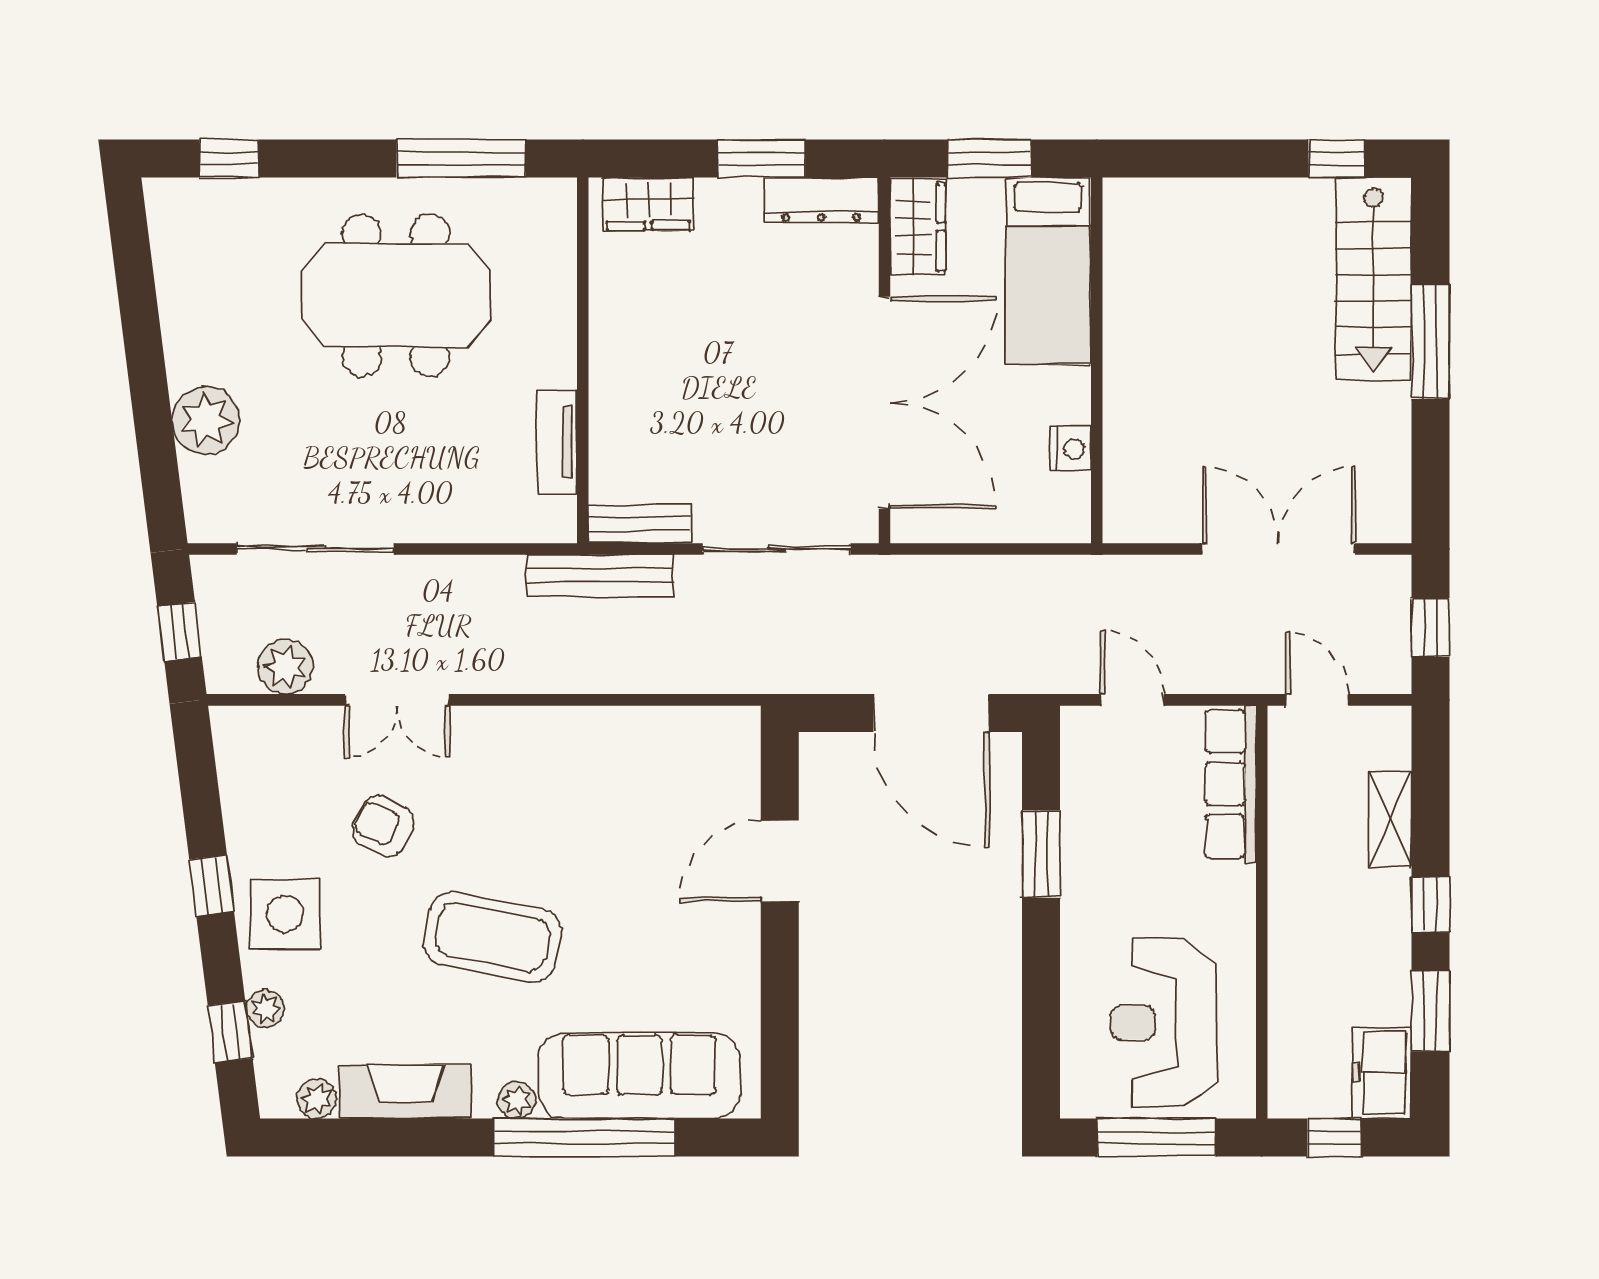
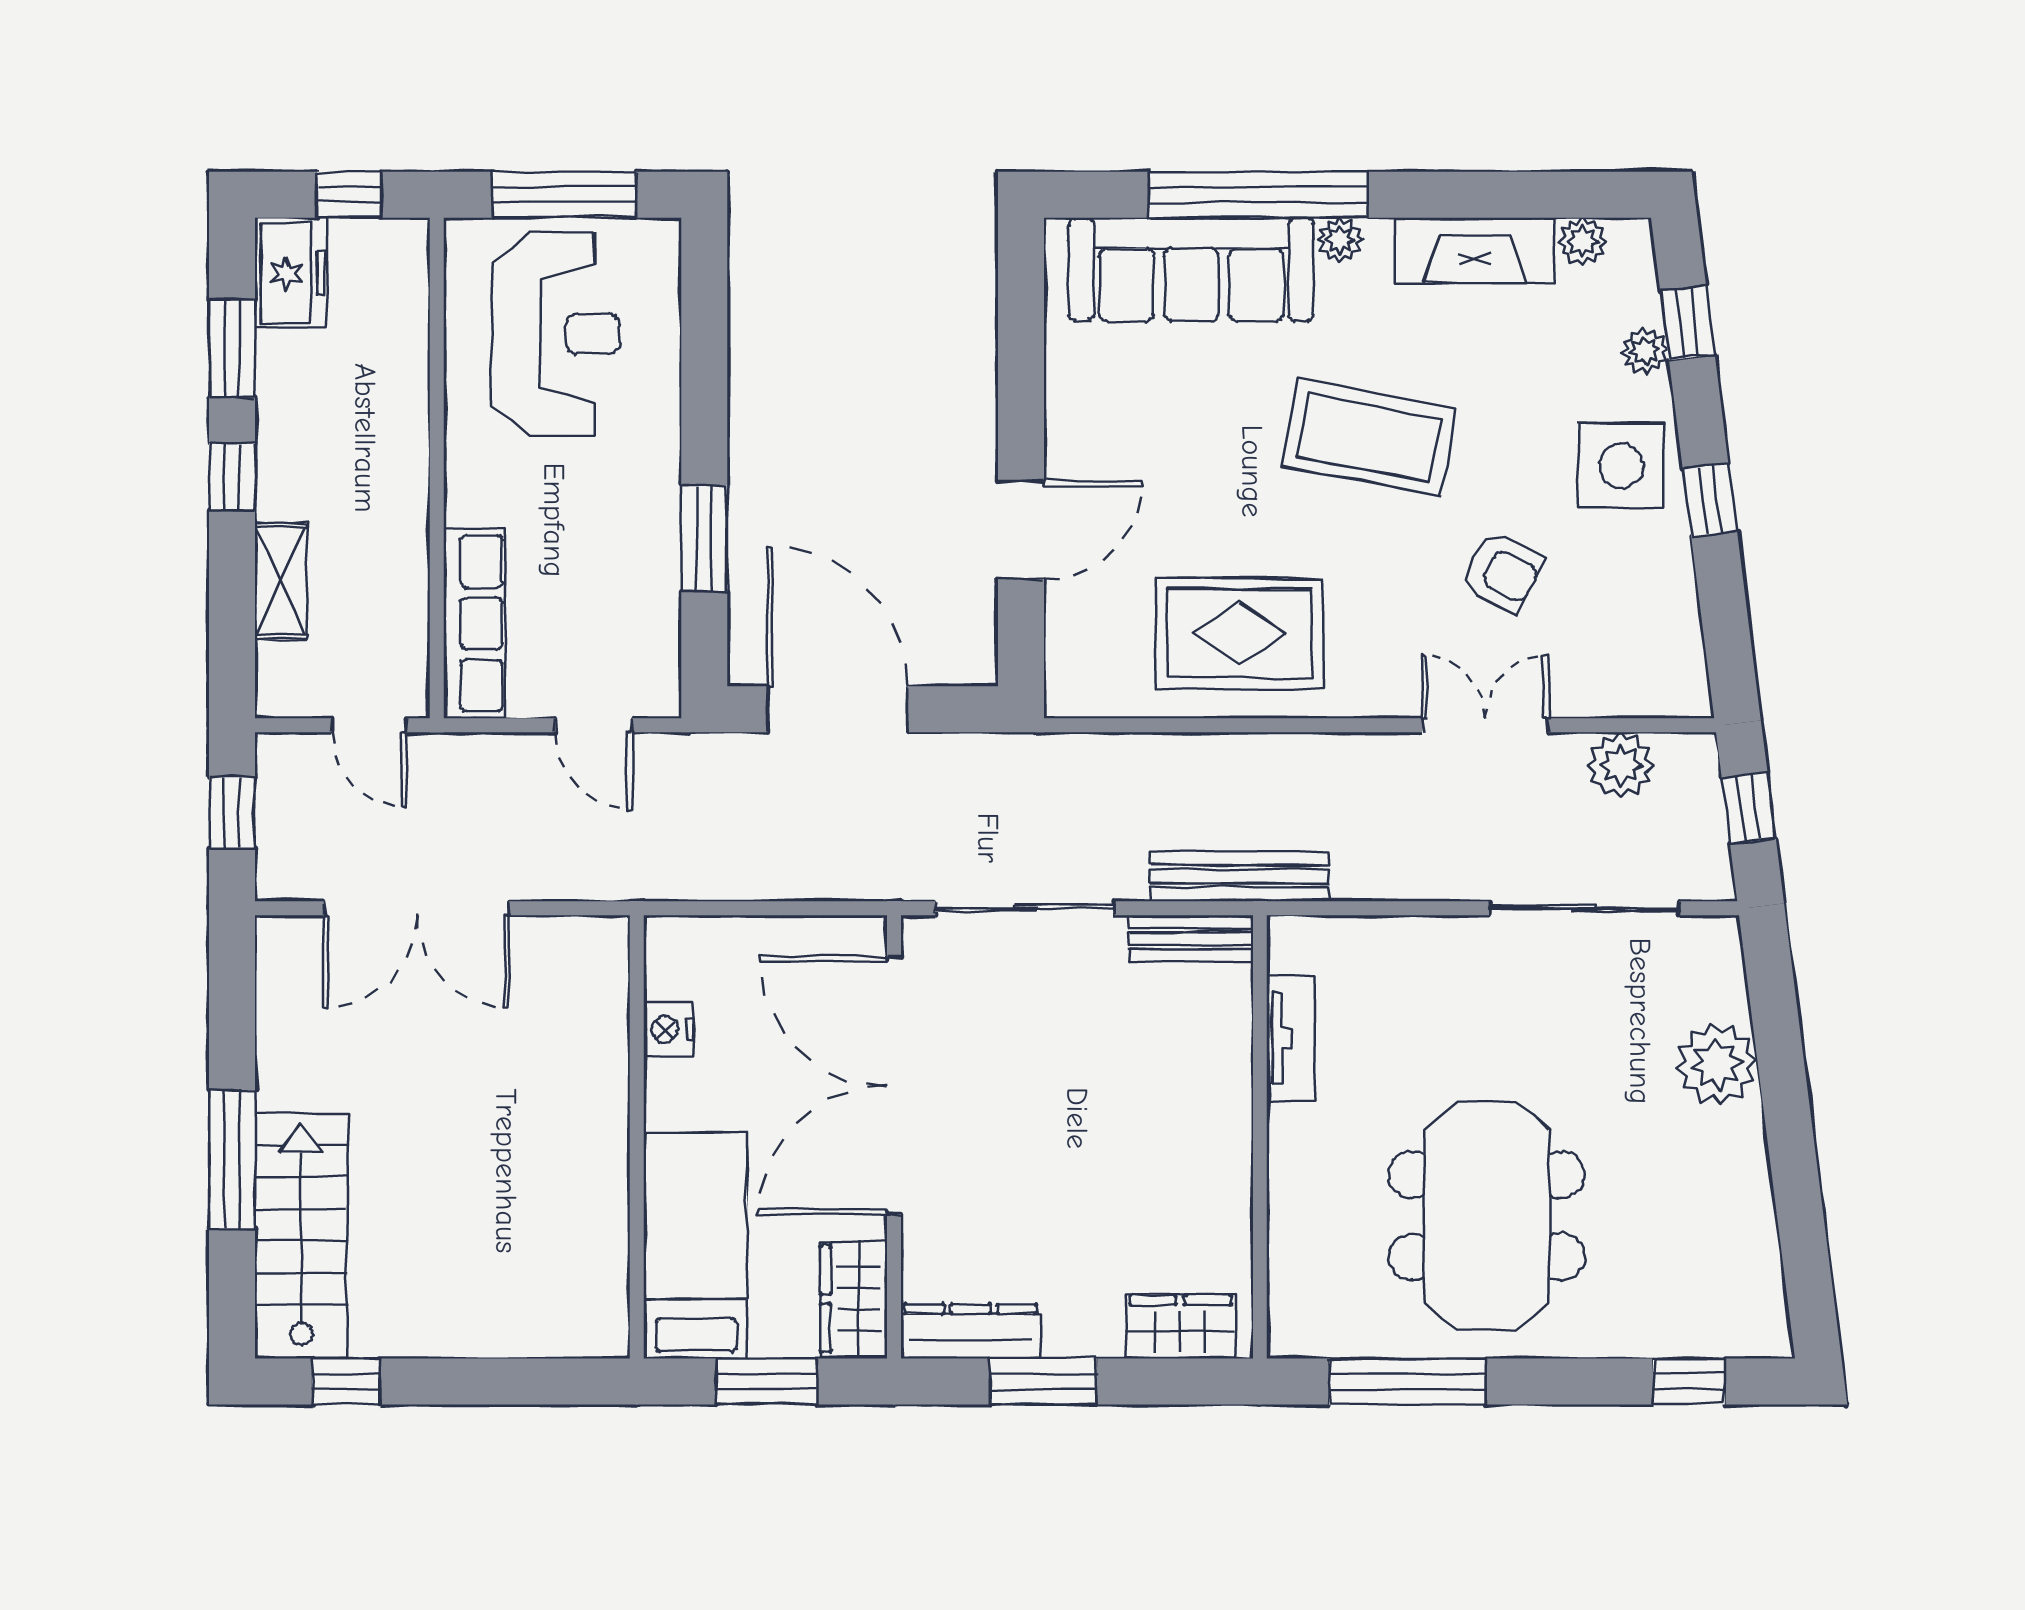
meeting table: (396, 295) -> (1487, 1216), turned 90
rug: (600, 776) -> (1239, 633), added

